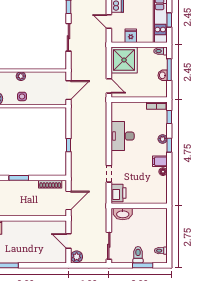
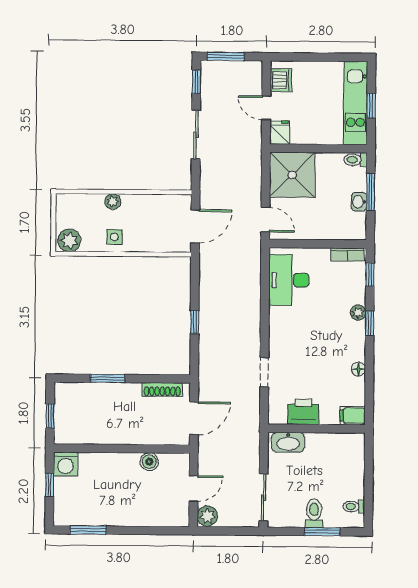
fridge: (131, 36) -> (280, 133), moved
desk: (123, 136) -> (289, 280), moved
filing cabinet: (160, 161) -> (353, 416), moved
printer: (118, 193) -> (303, 412), moved, turned -90
boiler: (43, 226) -> (149, 462), added
door: (68, 241) -> (193, 489), swing flipped

